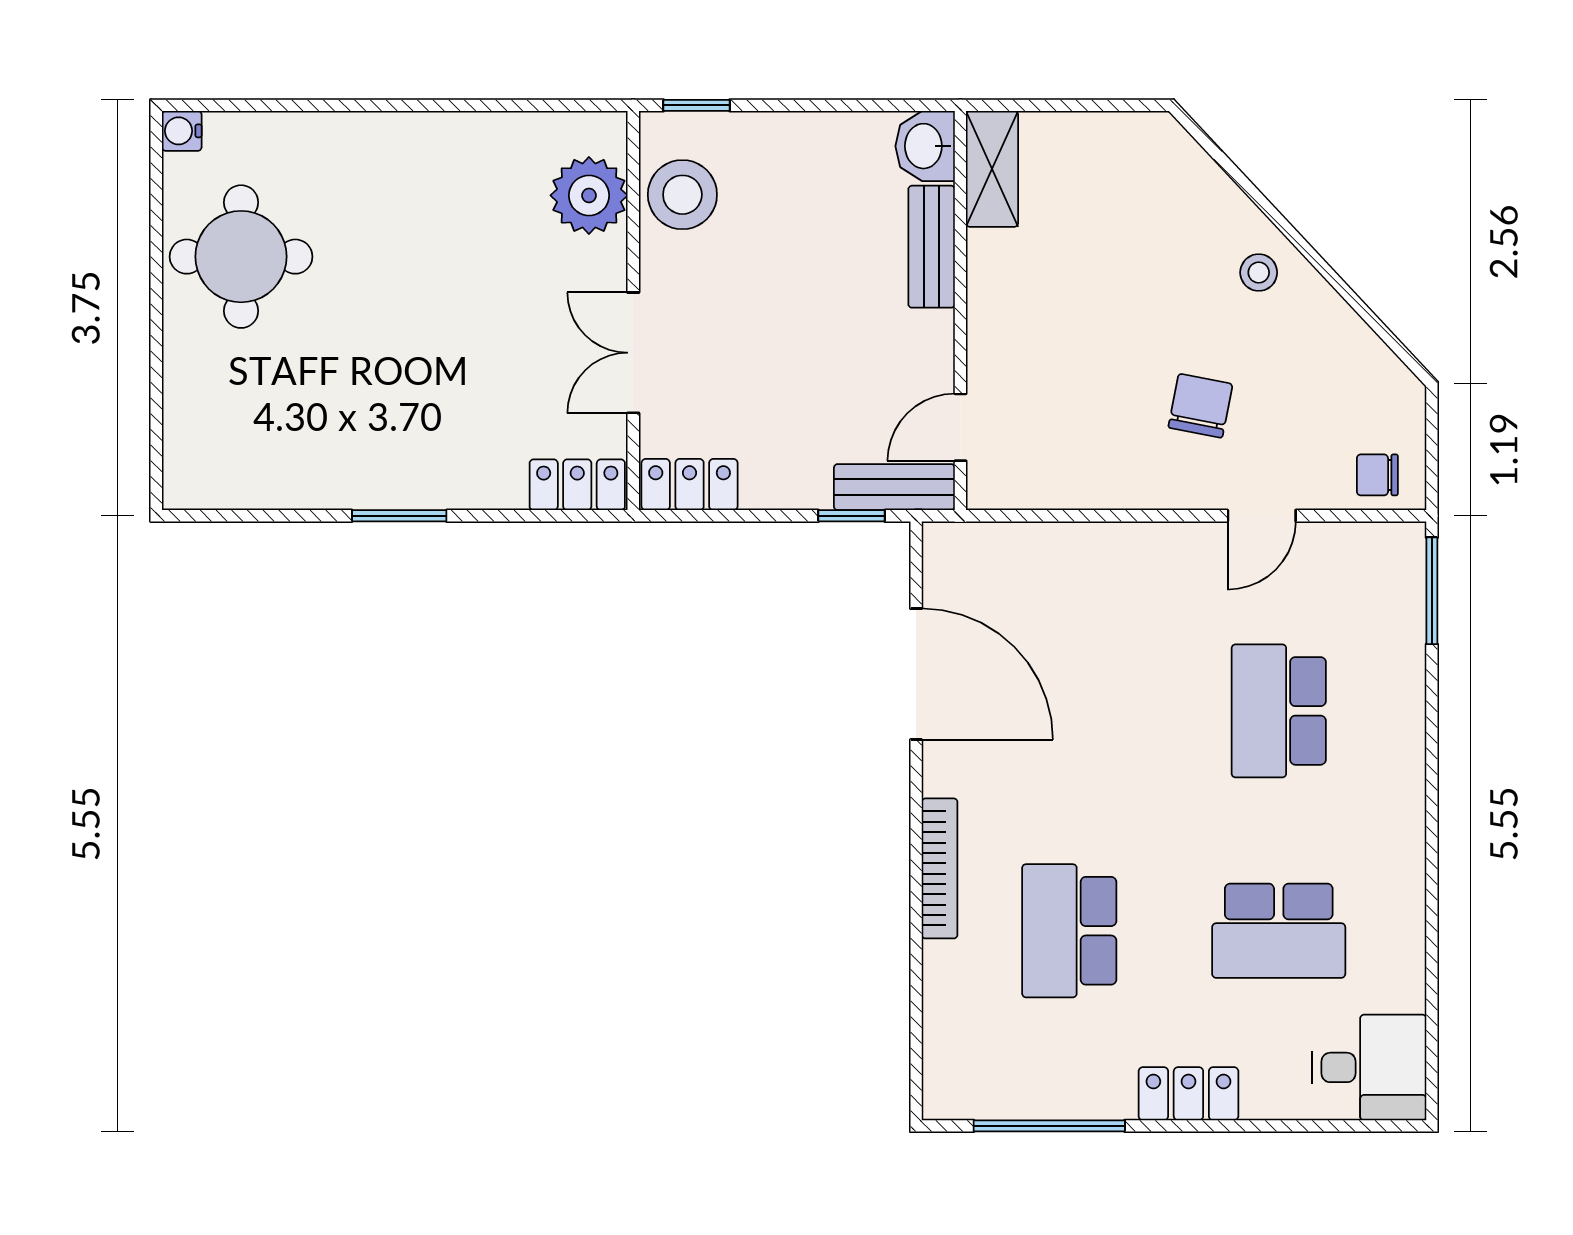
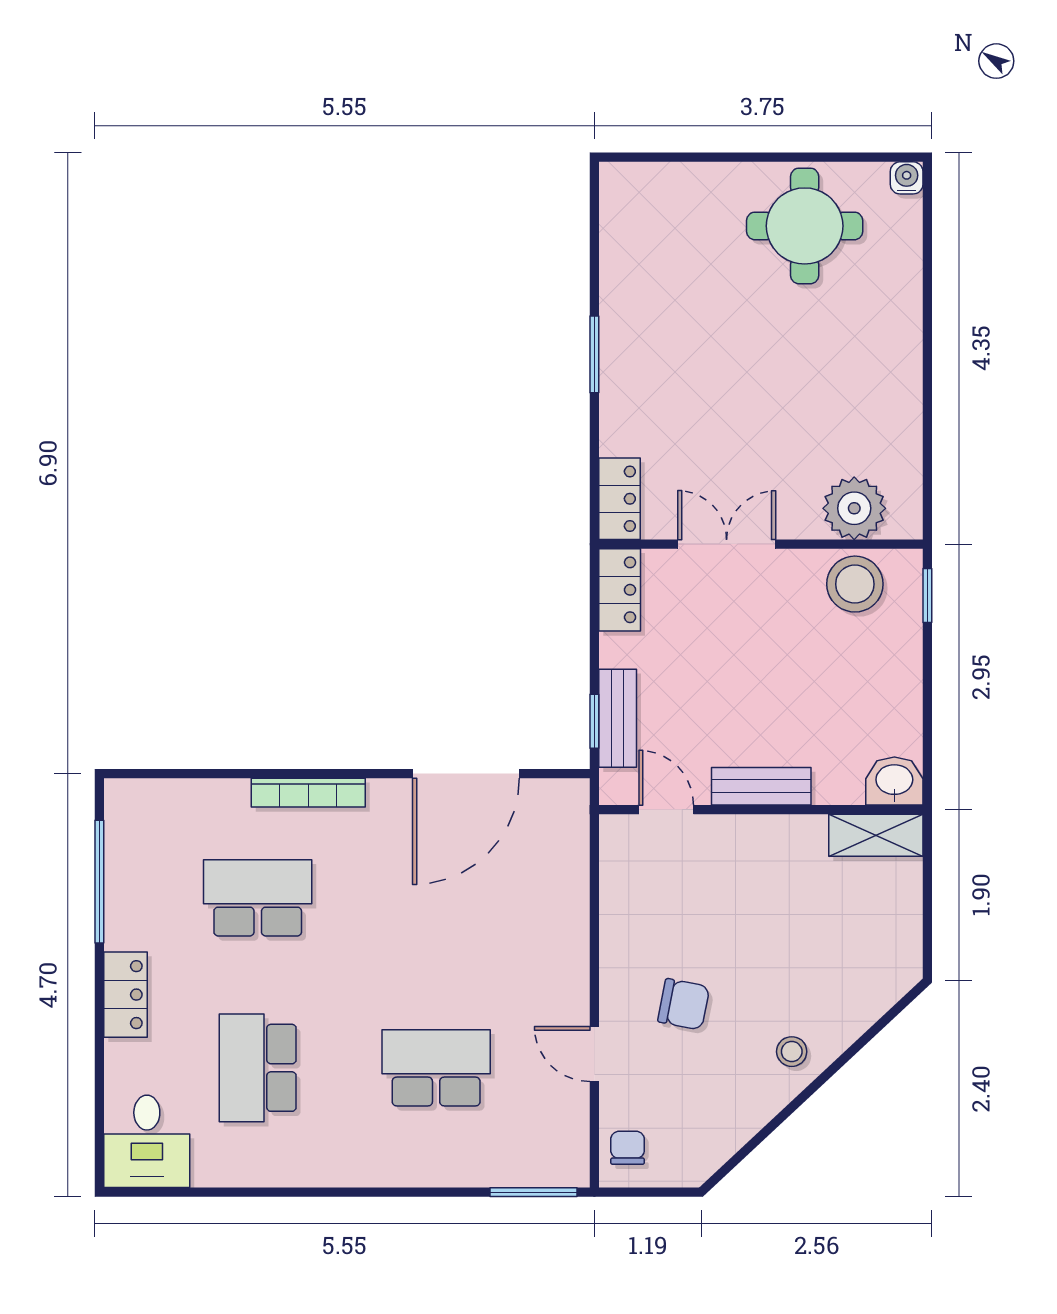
bench: (932, 247) -> (761, 786), moved
bench: (894, 487) -> (618, 718), moved

